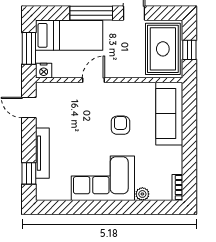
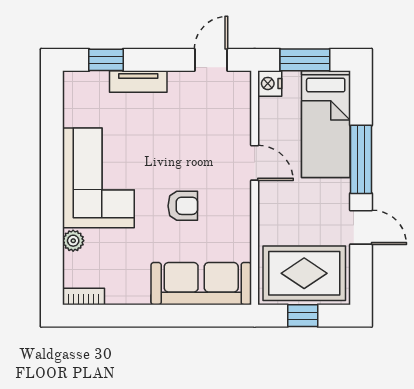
tv unit: (42, 153) -> (138, 82), width x0.71

